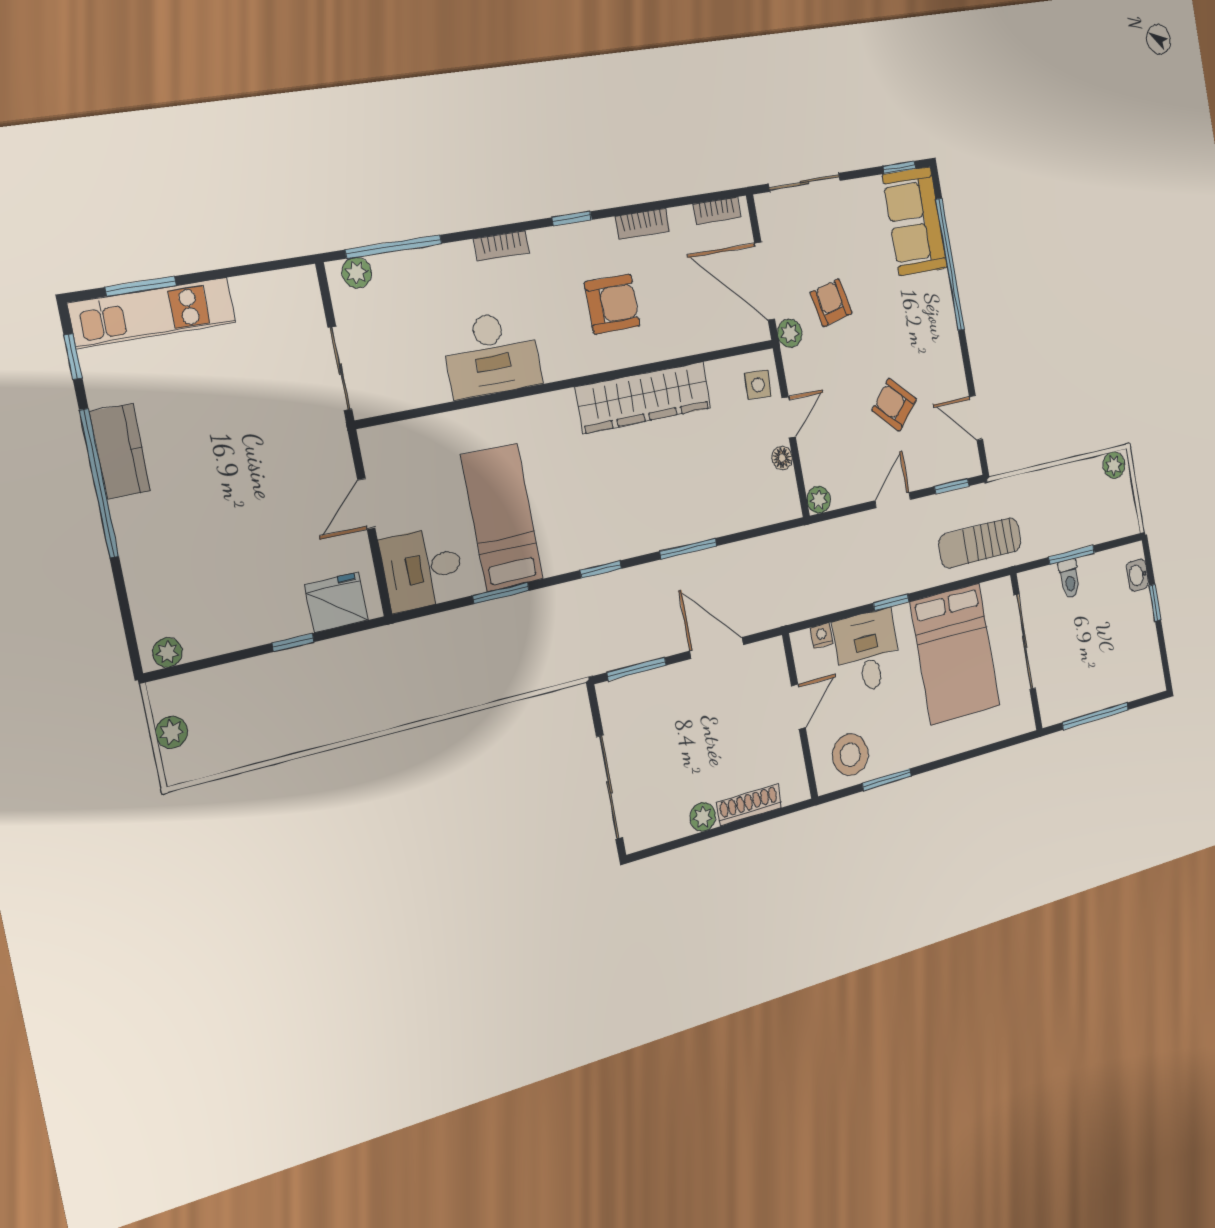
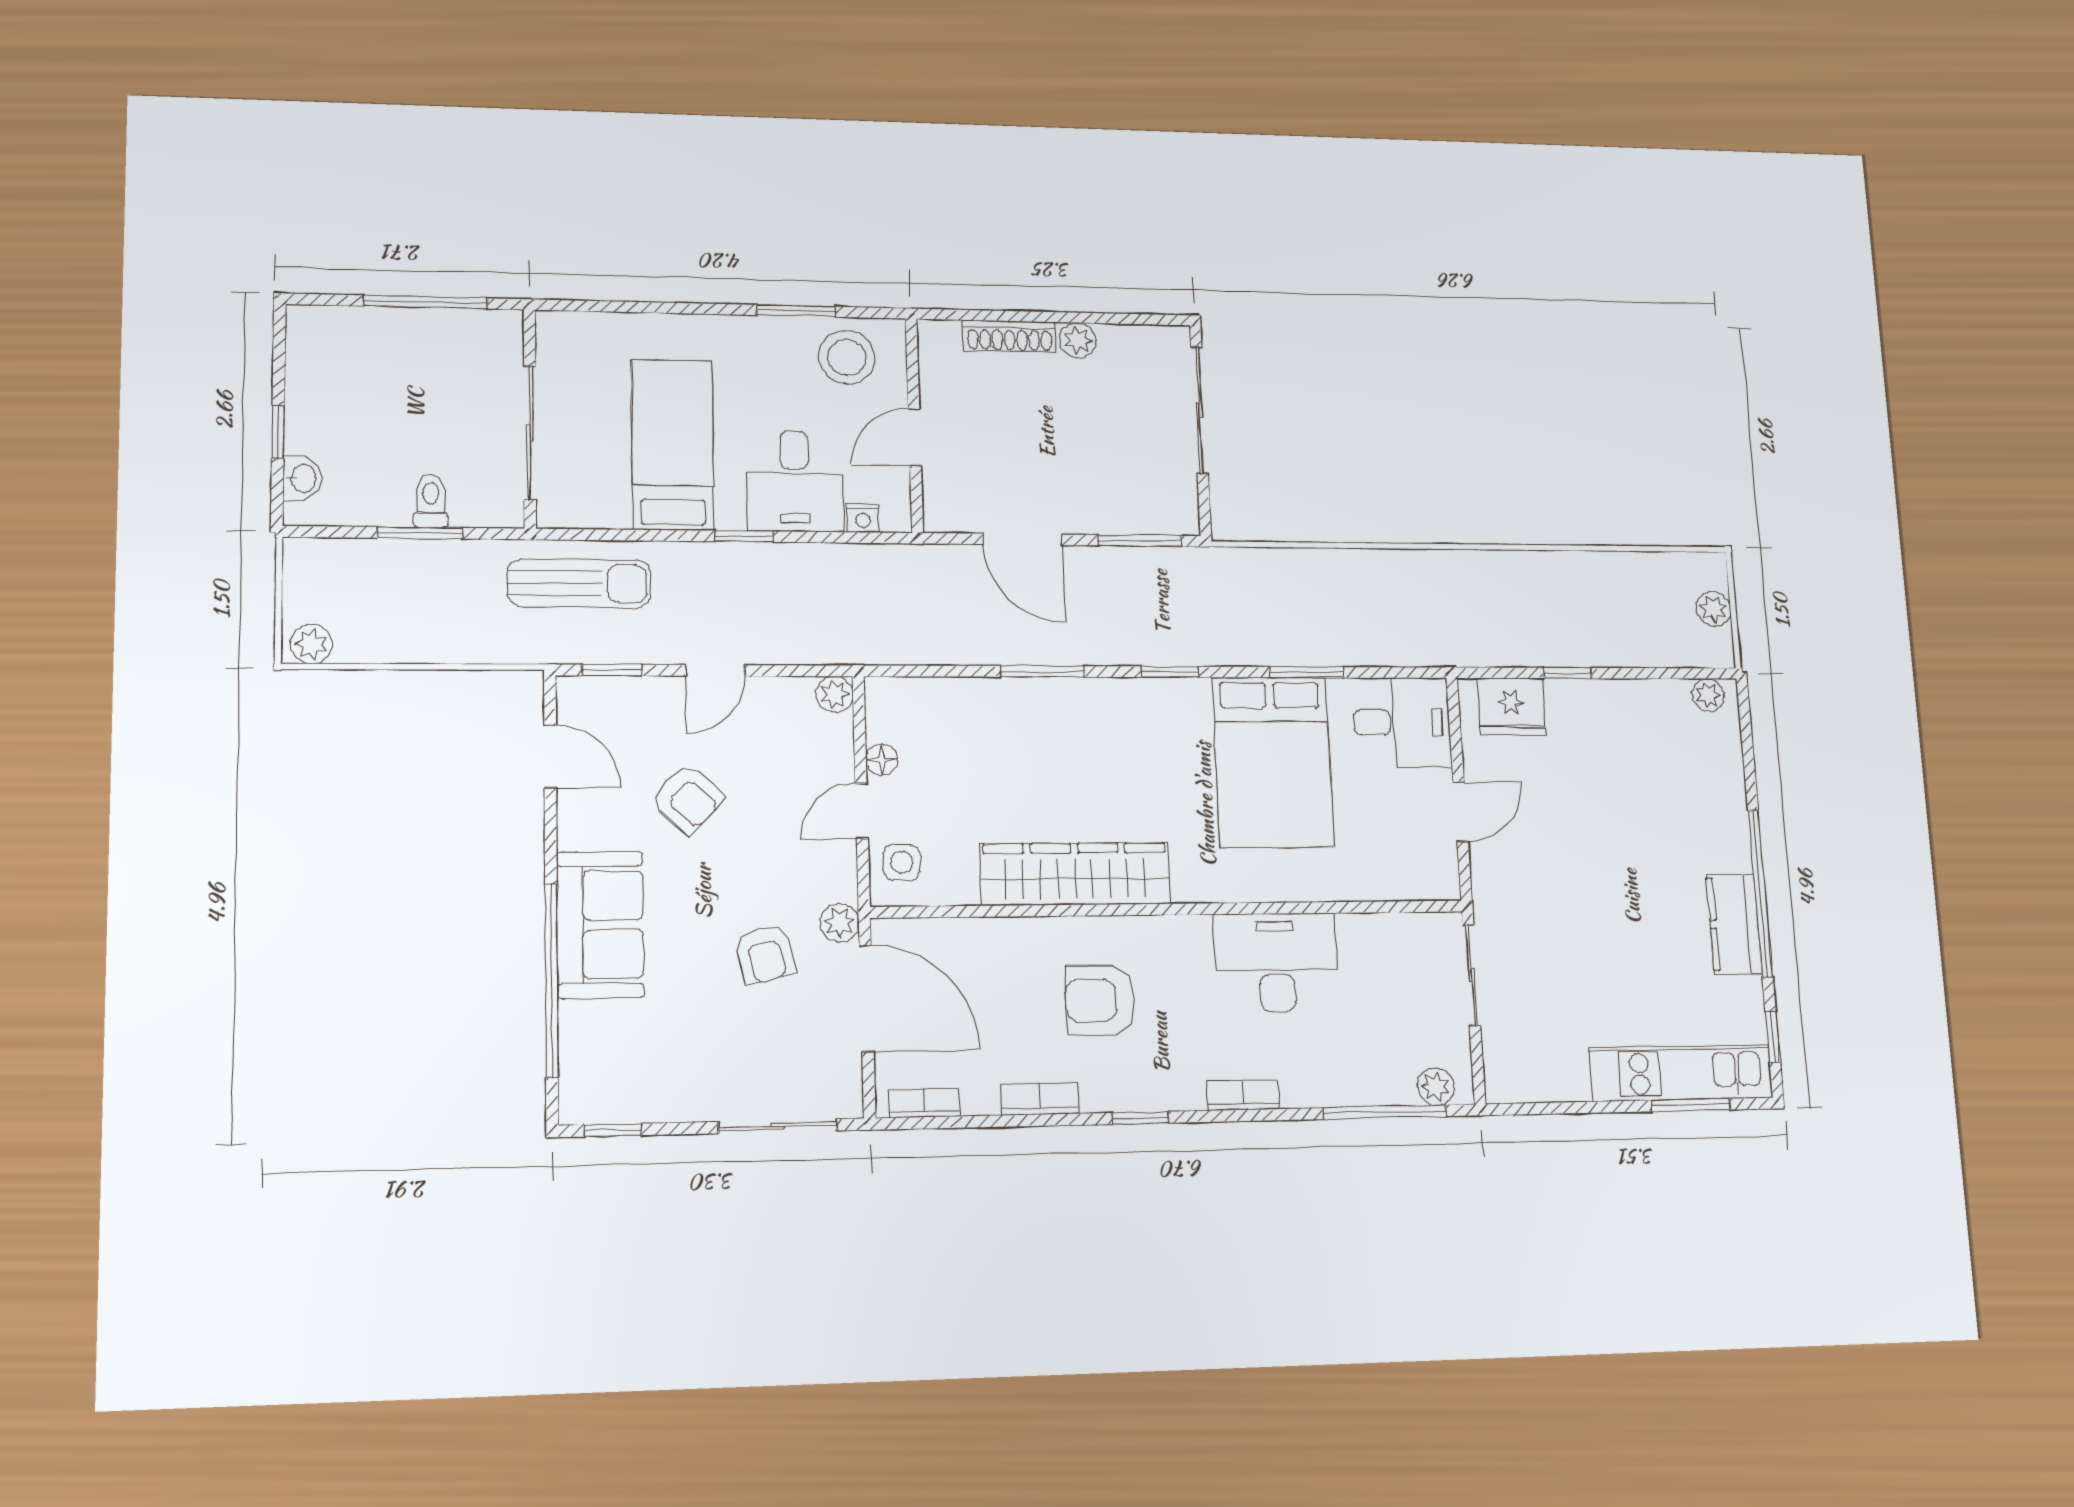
sofa: (915, 221) -> (600, 925), moved
bed: (502, 517) -> (1273, 762), width x1.50
bed: (955, 654) -> (673, 445), width x0.67

